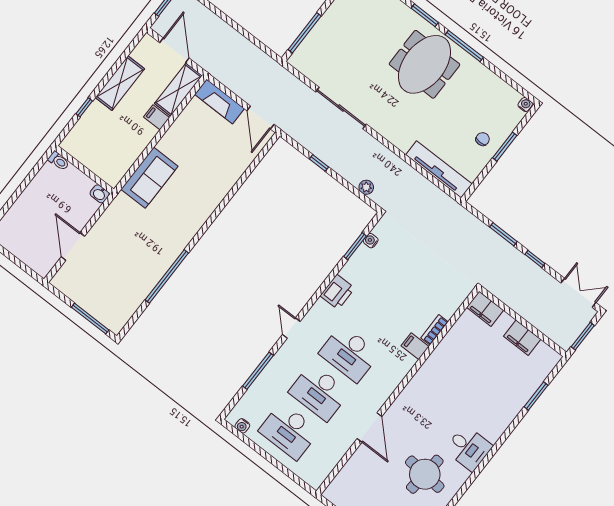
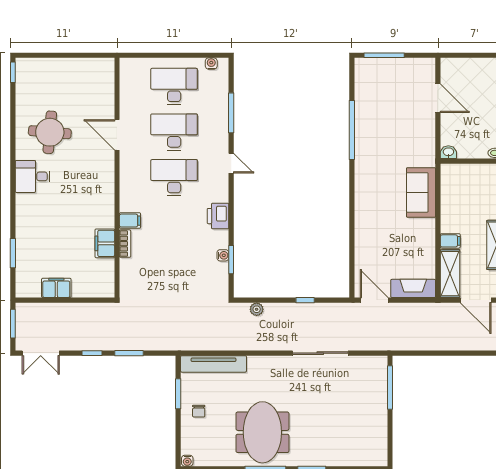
meeting table: (424, 64) -> (262, 432), moved
window: (505, 147) -> (178, 394), moved
water cooler: (371, 241) -> (223, 255), moved
filing cabinet: (485, 309) -> (105, 243), moved, turned -90

